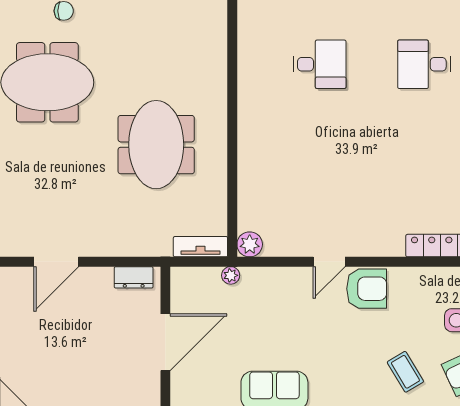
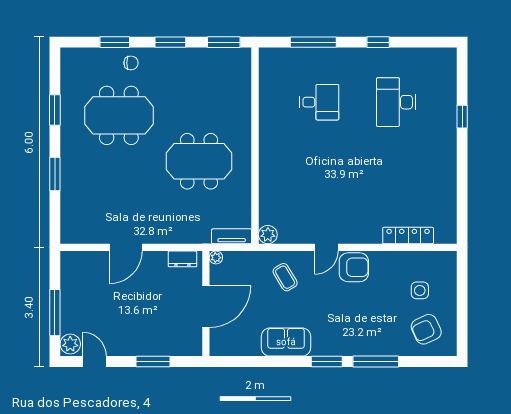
desk: (424, 64) -> (396, 102), width x1.37
meeting table: (156, 145) -> (199, 161), turned 90
plant: (231, 275) -> (216, 258), moved
coffee table: (405, 372) -> (285, 277), moved

